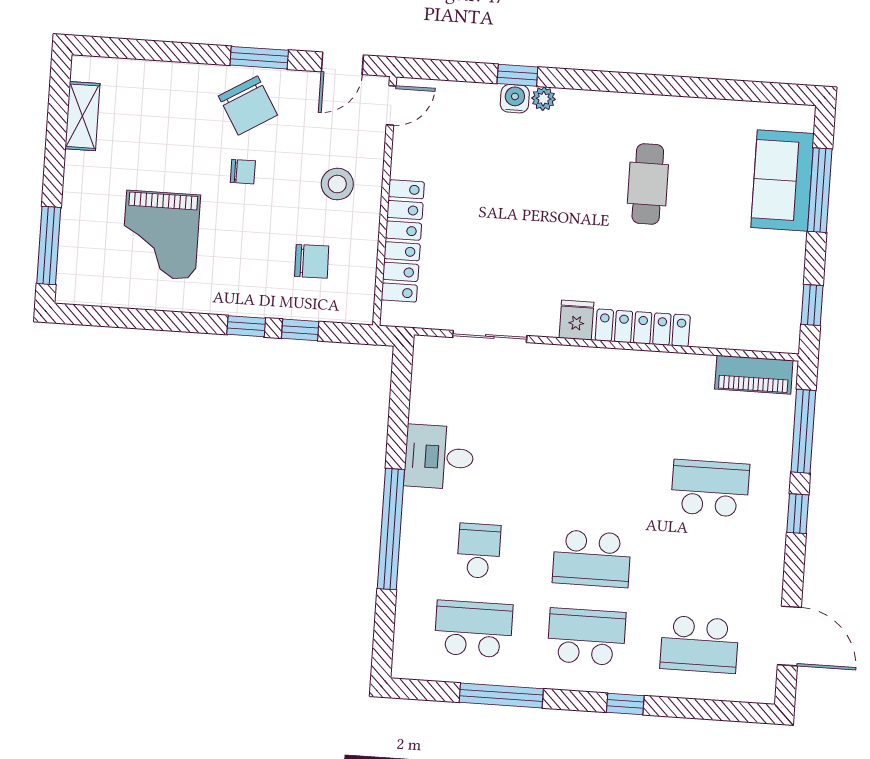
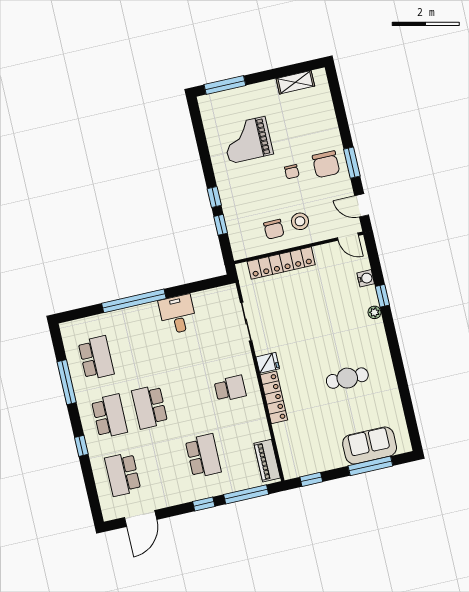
water cooler: (515, 99) -> (366, 278), moved
chair: (248, 106) -> (326, 164), turned -59
chair: (312, 261) -> (274, 229), moved
school desk: (479, 551) -> (230, 388), moved

